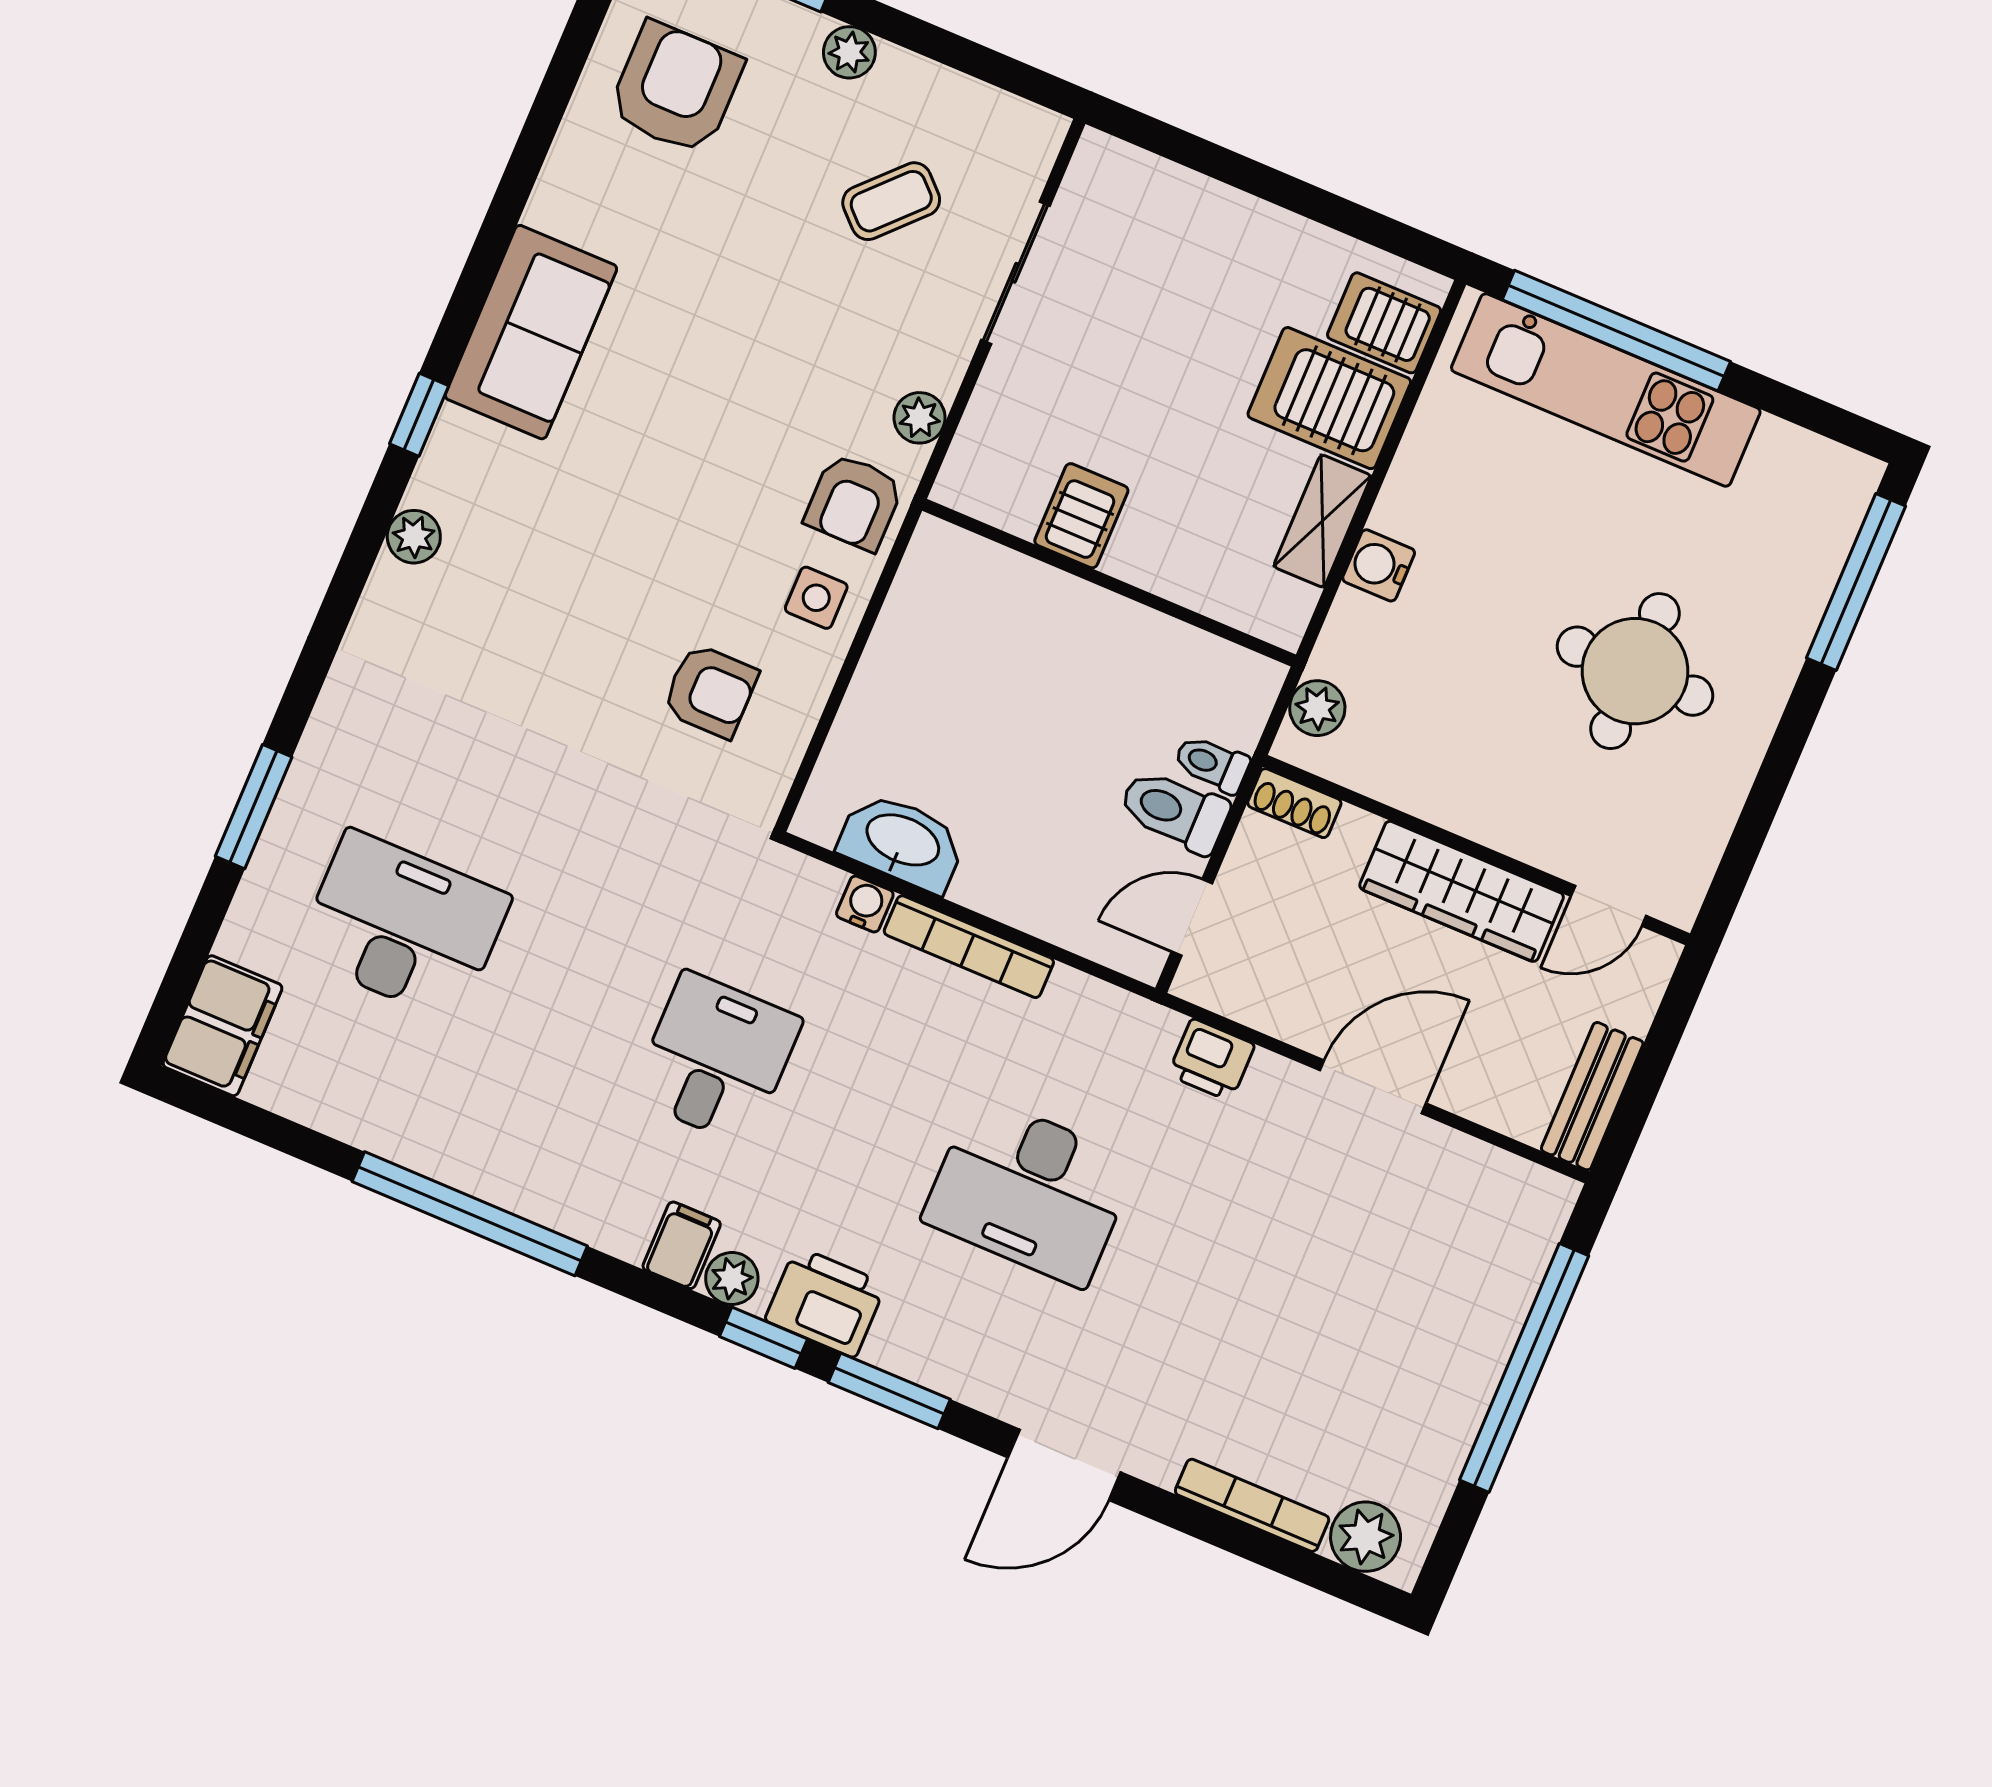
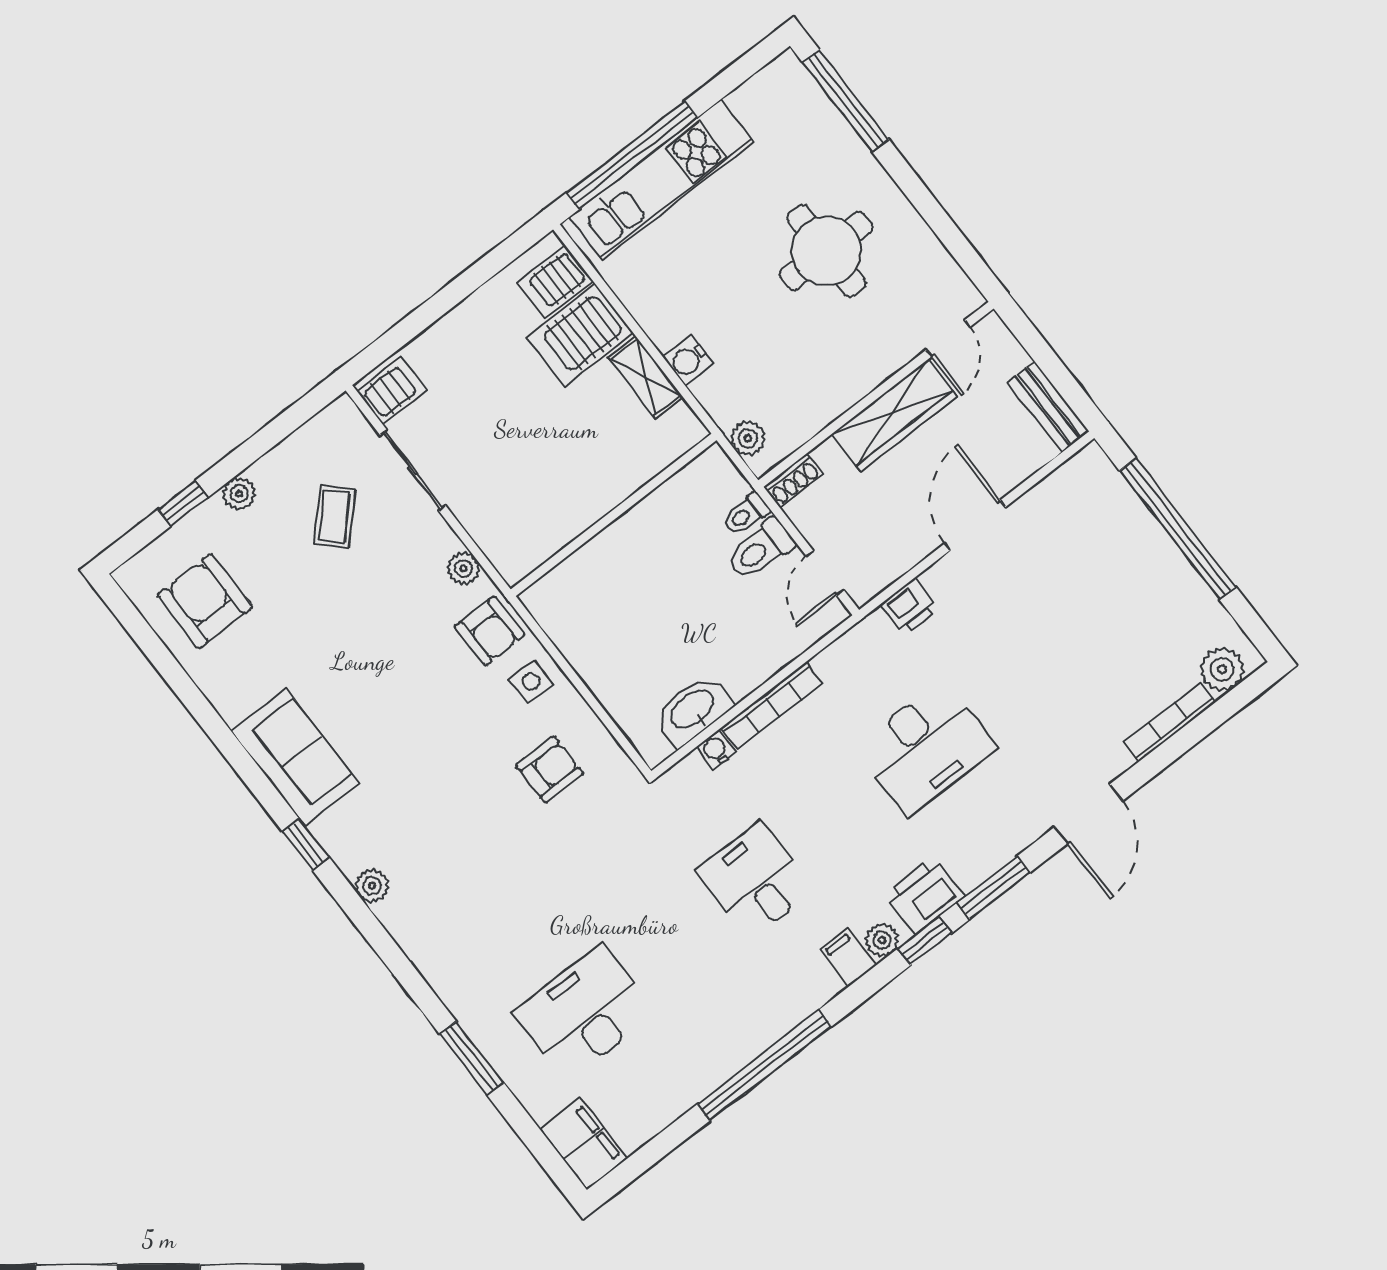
server rack: (1081, 516) -> (392, 391), moved, turned 90

